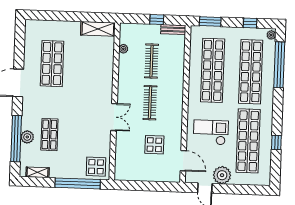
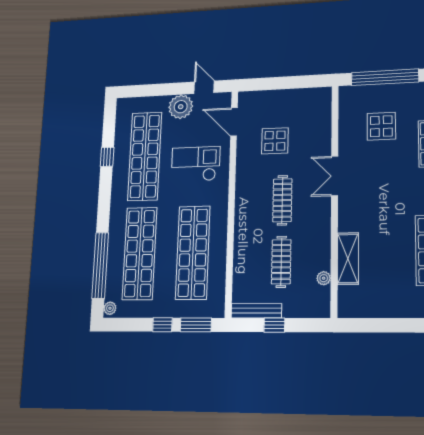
window: (250, 23) -> (162, 325), moved
shelving: (98, 29) -> (348, 259), moved, turned 90
bench: (173, 29) -> (256, 311), width x1.36
checkout: (211, 132) -> (196, 164), turned 180
display table: (96, 167) -> (381, 126), moved

